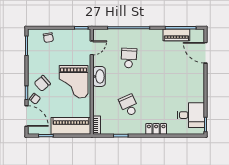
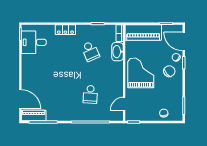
piano: (176, 35) -> (34, 116), moved
washbasin: (99, 76) -> (117, 52), moved

